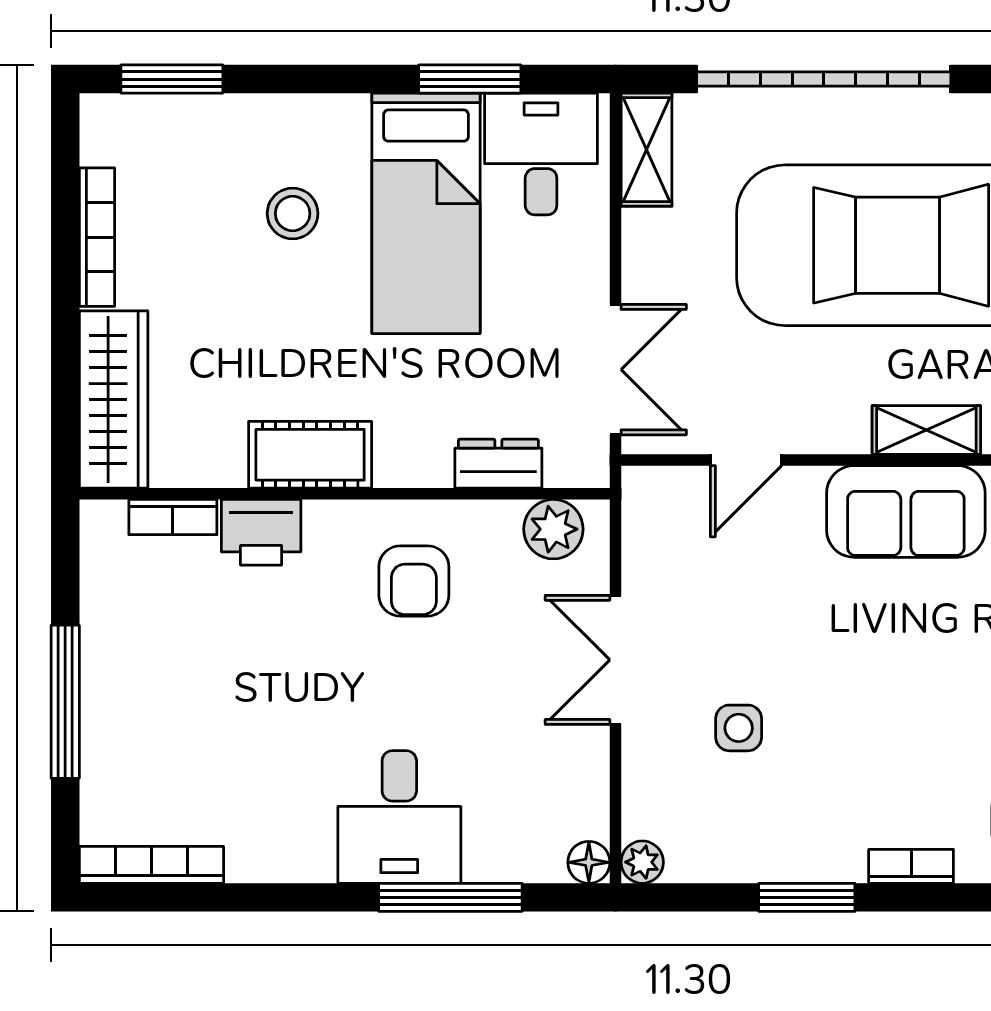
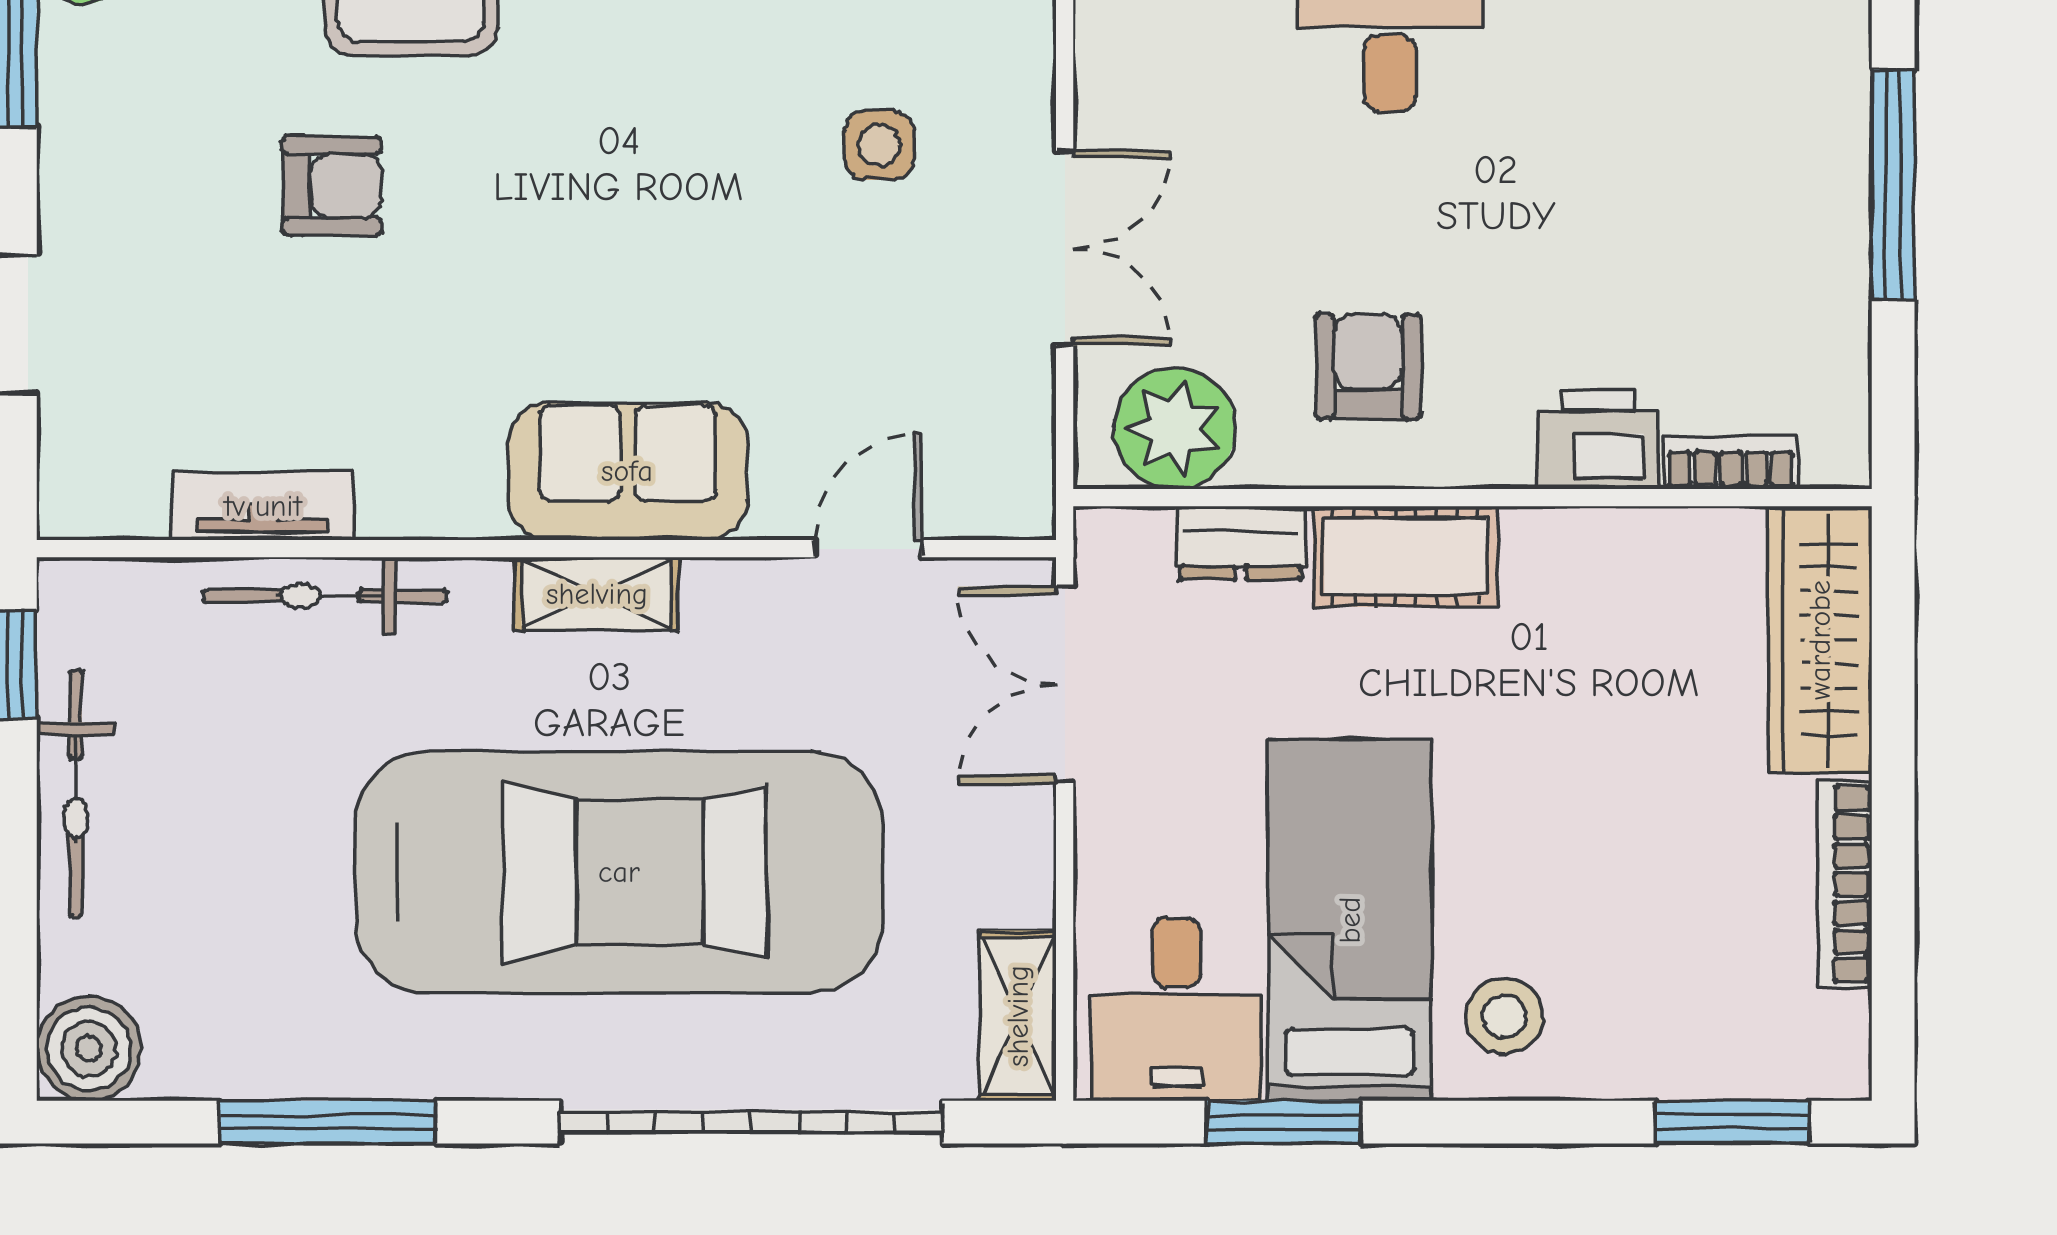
stool: (293, 213) -> (1504, 1016), moved
cot: (310, 455) -> (1406, 557), moved
plant: (553, 529) -> (1174, 428), width x1.36, depth x1.36

